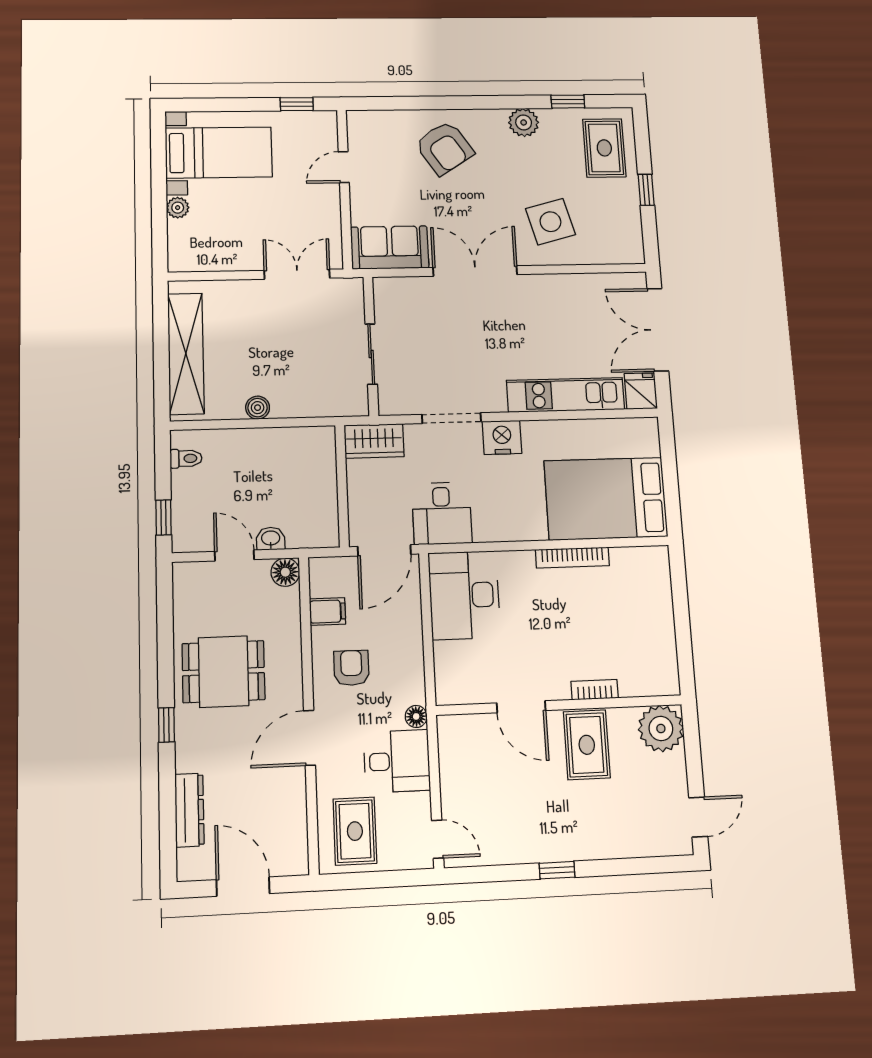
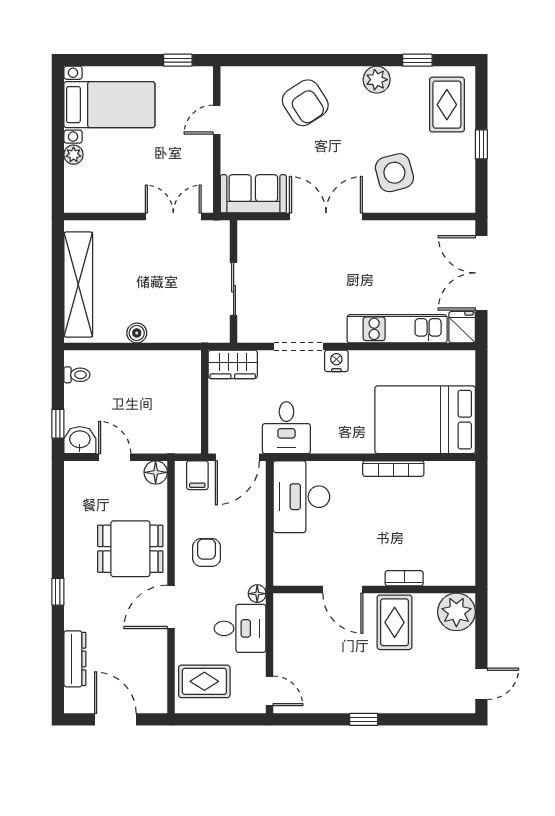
nightstand: (502, 437) -> (336, 361), width x0.74, depth x0.75
washbasin: (271, 539) -> (80, 440), moved, width x1.38, depth x1.45
filing cabinet: (328, 612) -> (197, 475), moved, turned 90
dining table: (223, 672) -> (130, 549), moved
rug: (355, 831) -> (204, 681), turned 90

